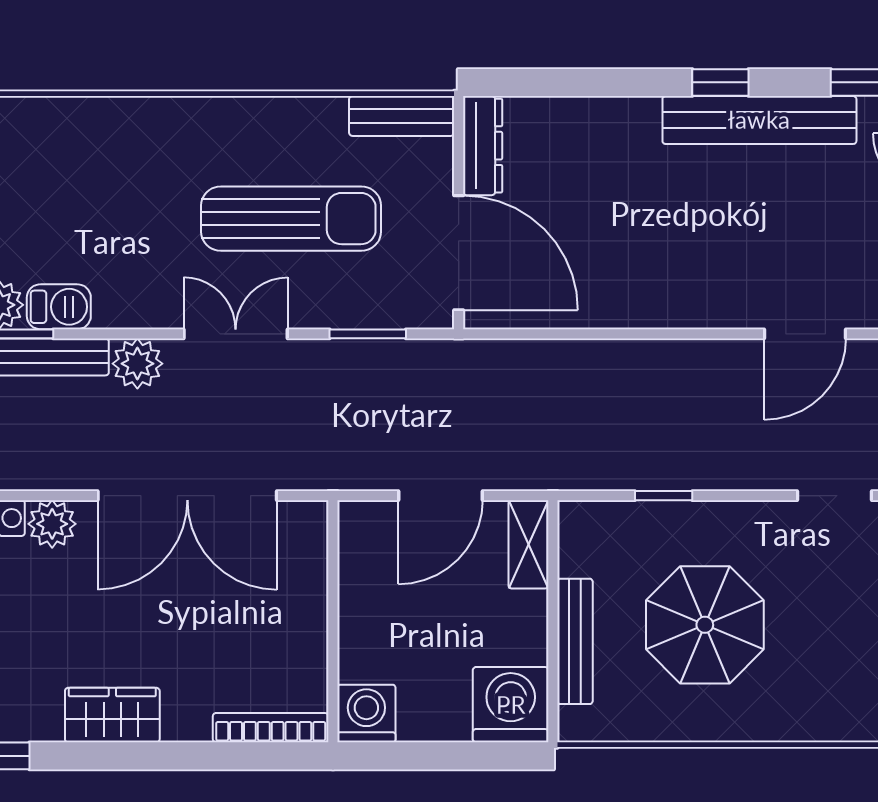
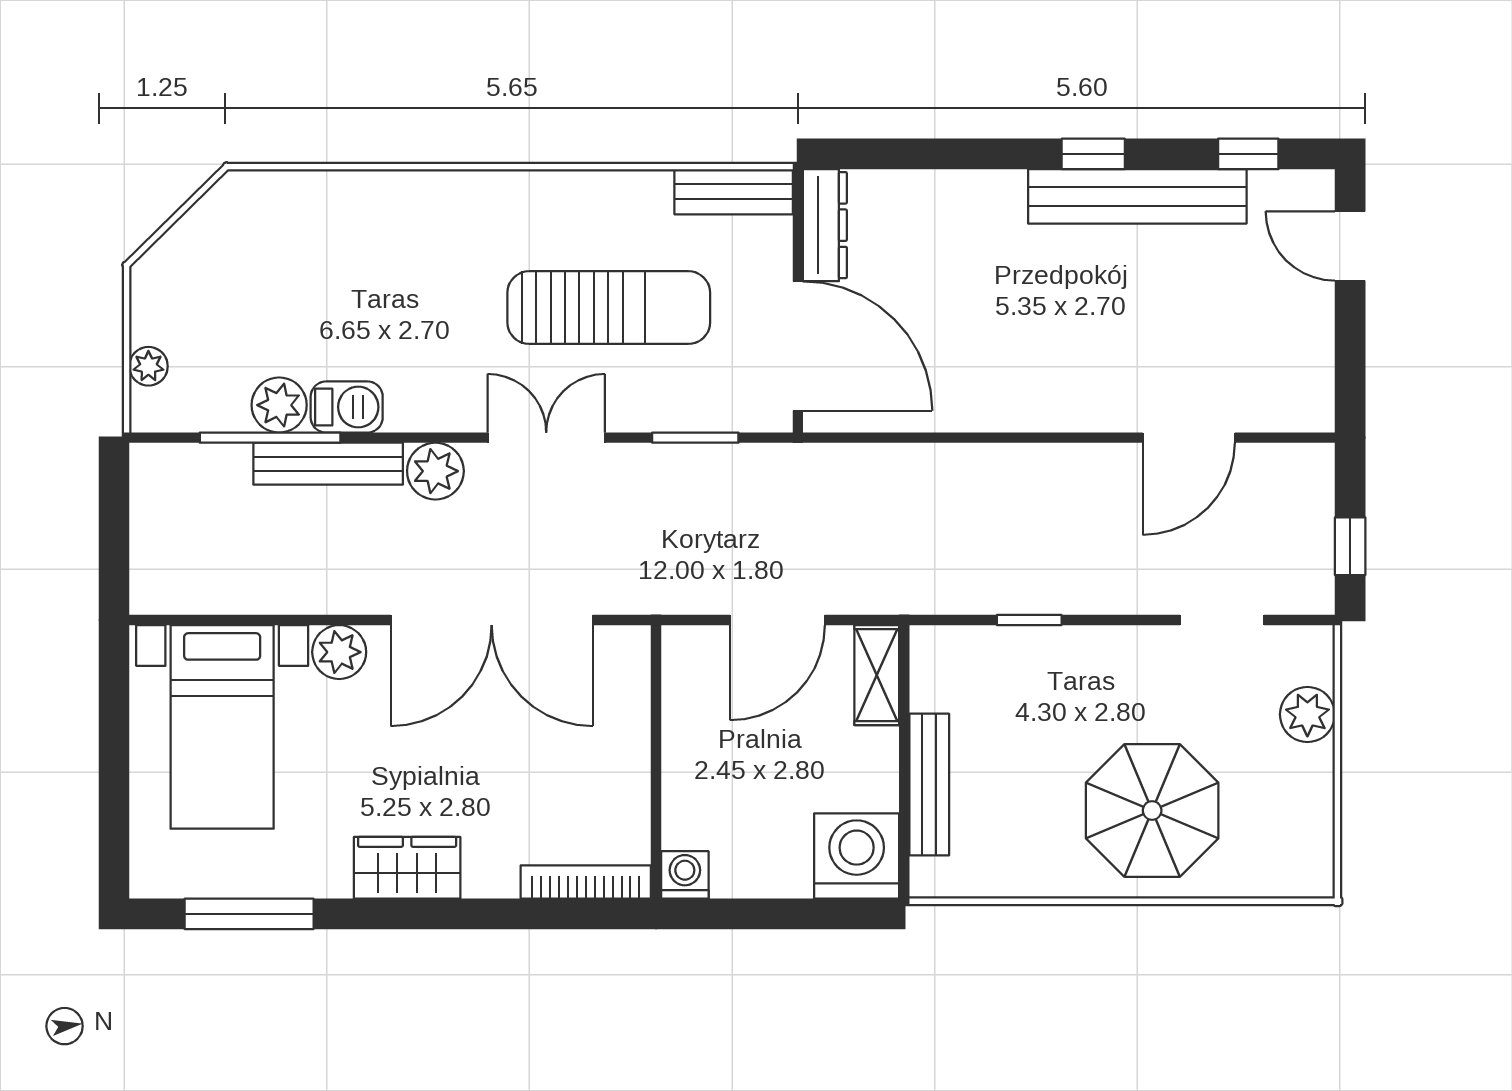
parasol: (705, 625) -> (1152, 810), moved
washing machine: (366, 713) -> (685, 875), width x0.73, depth x0.73

